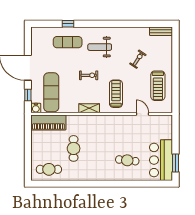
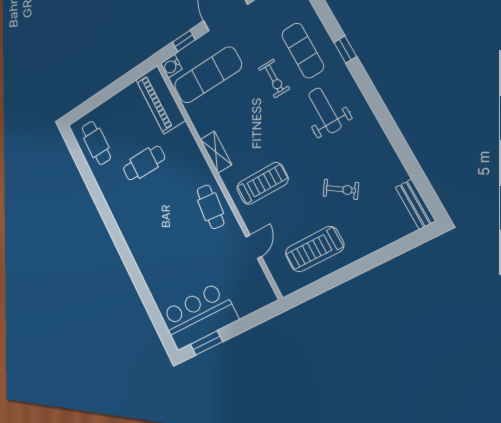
window: (68, 24) -> (345, 50), moved
exercise bike: (89, 75) -> (274, 78), moved
cafe table: (127, 160) -> (211, 207), moved

